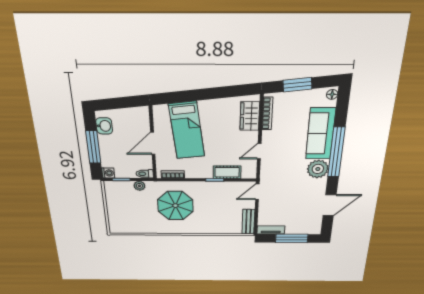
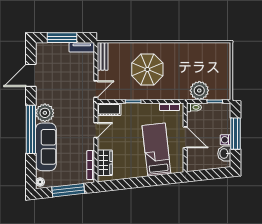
window: (297, 85) -> (68, 190), width x1.44
door: (153, 143) -> (185, 137), hinge flipped
cot: (227, 172) -> (109, 109), moved
washing machine: (108, 173) -> (226, 140), moved
plant: (139, 186) -> (199, 91), width x1.88, depth x1.88
parasol: (175, 206) -> (147, 69), moved

